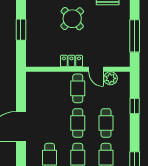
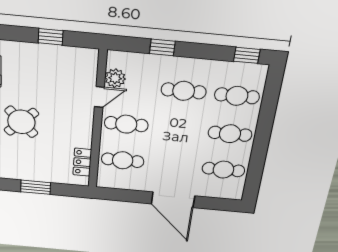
window: (135, 36) -> (51, 37), width x0.46
locker: (71, 61) -> (82, 162), moved
cafe table: (78, 123) -> (123, 160), moved

